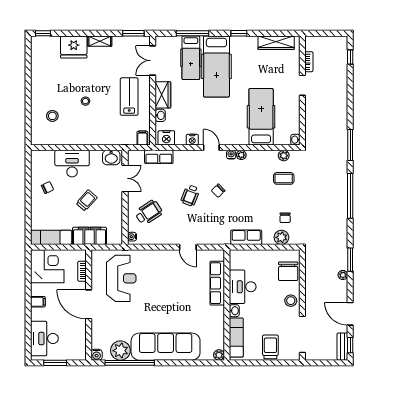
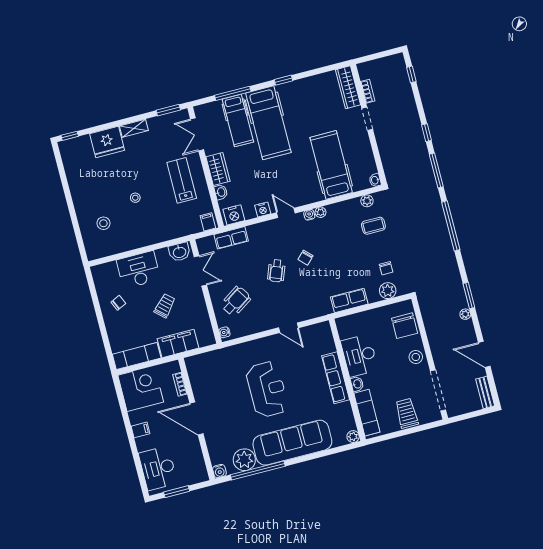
wardrobe: (276, 43) -> (348, 87), moved, turned 90
reception desk: (121, 278) -> (267, 389), moved
row of seats: (217, 283) -> (336, 378), moved
window: (350, 345) -> (427, 133), moved

